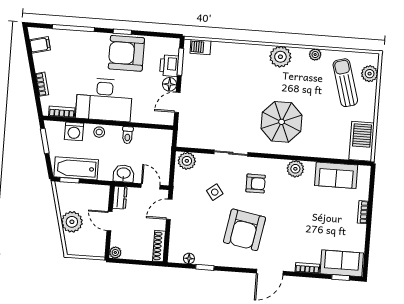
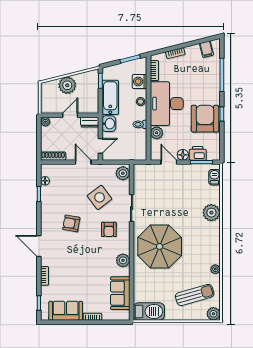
plant: (280, 57) -> (211, 213), moved
plant: (370, 74) -> (213, 314), moved
plant: (140, 115) -> (157, 133), added
parasol: (282, 122) -> (160, 246), width x1.36, depth x1.36
bathtub: (76, 168) -> (110, 97), moved
side table: (215, 192) -> (100, 197), width x1.87, depth x1.87
armchair: (245, 230) -> (71, 223), width x0.53, depth x0.53
sofa: (342, 263) -> (66, 311), moved, turned -90

